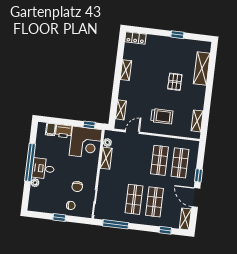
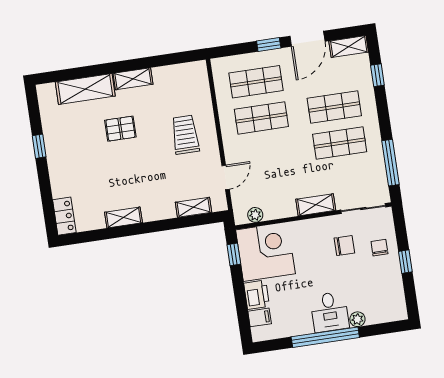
shelving: (197, 121) -> (133, 79), moved
door: (132, 132) -> (226, 177), swing flipped
shelving: (106, 158) -> (316, 205), moved

